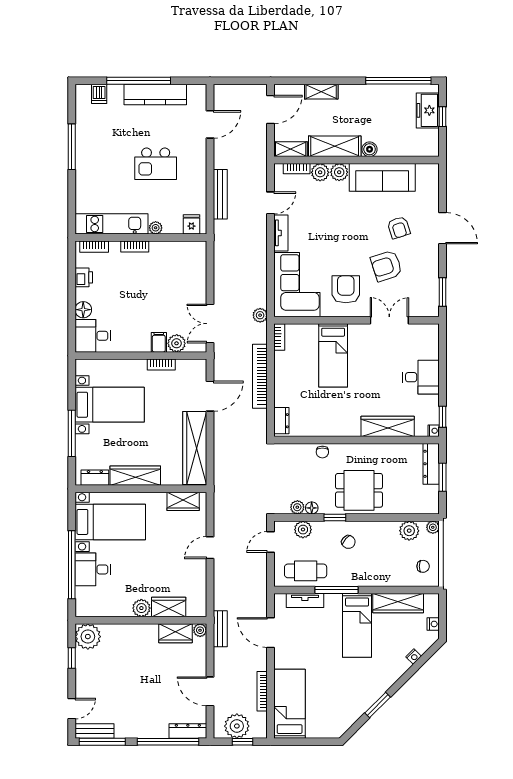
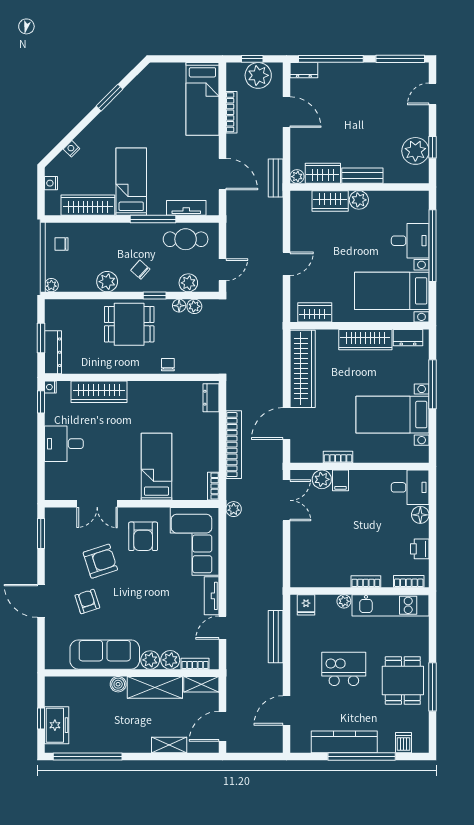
dining table: (100, 153) -> (403, 681), added
plant: (409, 531) -> (107, 282), moved
plant: (88, 637) -> (415, 151), moved
bench: (94, 731) -> (362, 176), moved
dresser: (188, 731) -> (304, 70), width x0.70

